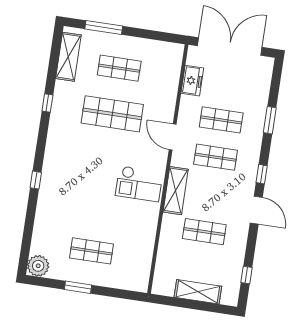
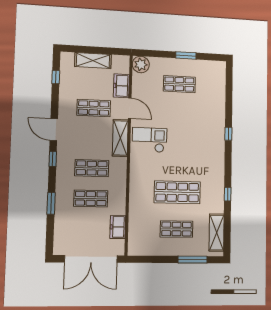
door: (173, 137) -> (130, 108), moved
freezer: (166, 256) -> (121, 86), added
plant: (38, 266) -> (141, 65), moved

